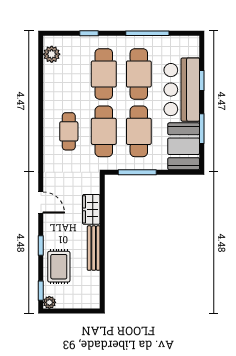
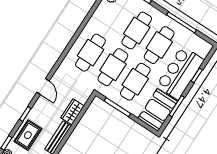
cafe table: (69, 131) -> (90, 53), width x1.37, depth x1.35

